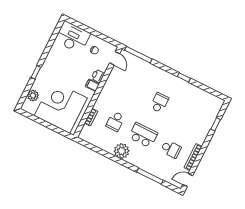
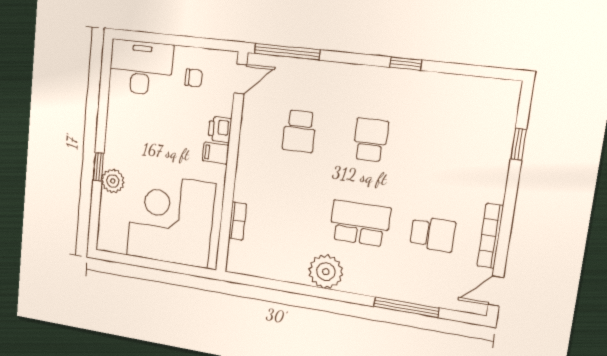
door: (115, 58) -> (240, 79), hinge flipped
plant: (33, 96) -> (113, 181), moved
school desk: (115, 121) -> (299, 131), moved

